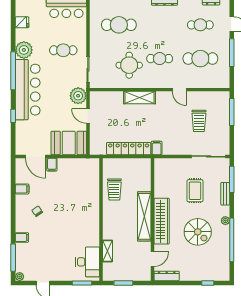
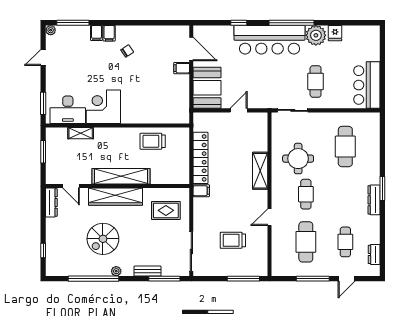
fridge: (22, 22) -> (335, 33), moved
plant: (78, 96) -> (262, 99), removed
door: (36, 156) -> (191, 49), swing flipped
filing cabinet: (22, 189) -> (109, 33), moved
rug: (195, 191) -> (166, 210), moved
corner desk: (85, 232) -> (103, 107), added

